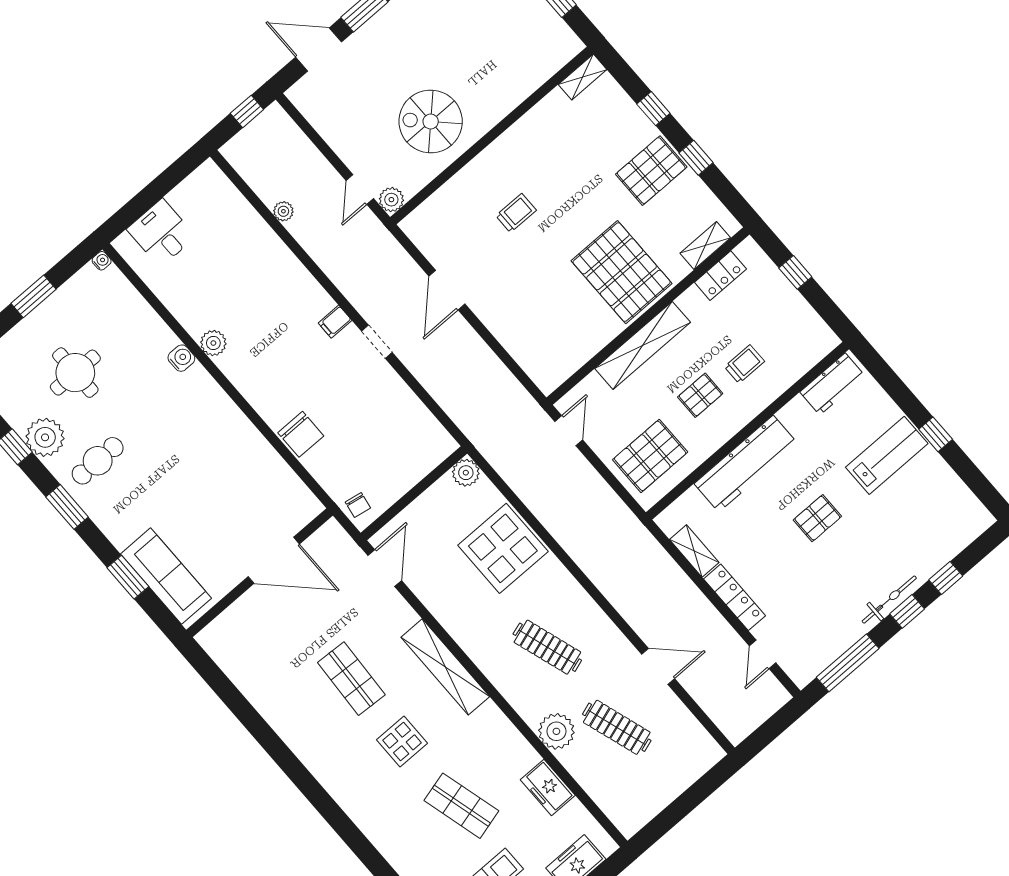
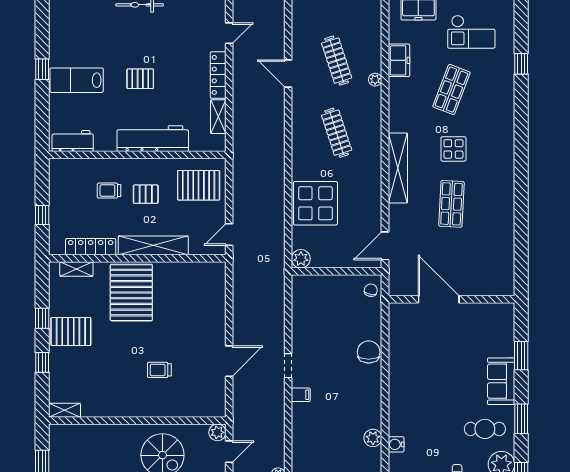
locker: (720, 276) -> (91, 247), width x1.53
sofa: (166, 576) -> (501, 381), moved, width x0.73
plant: (556, 731) -> (375, 80), width x0.53, depth x0.53
shop shelf: (461, 806) -> (451, 89), turned 36

